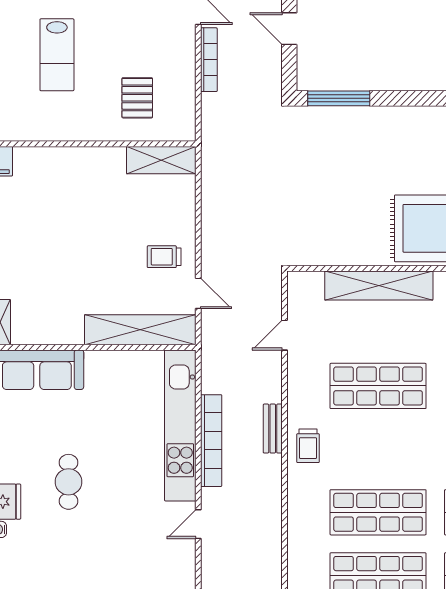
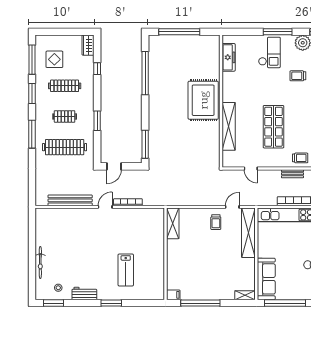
lab bench: (57, 55) -> (126, 270), turned 90
pallet: (137, 98) -> (145, 234), removed

